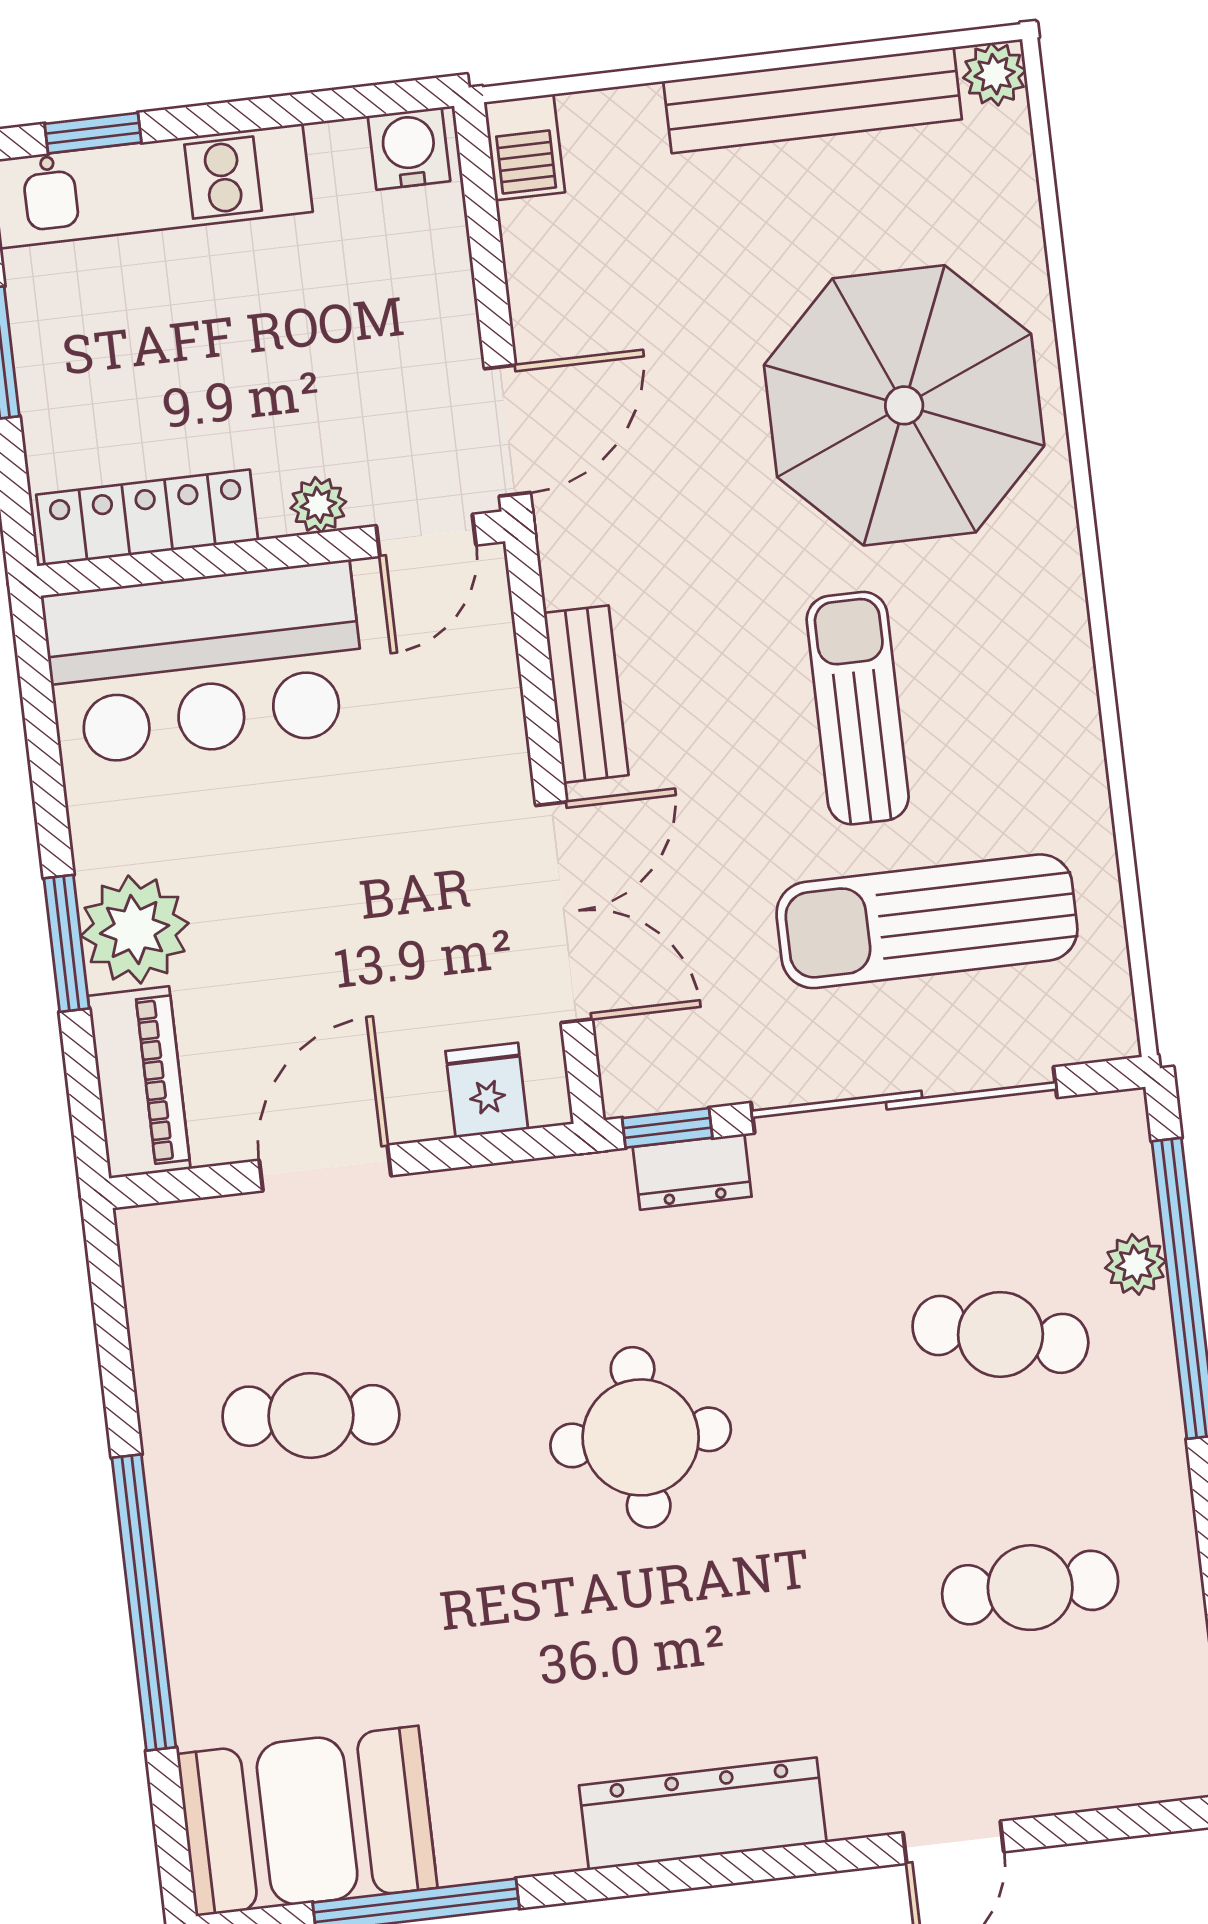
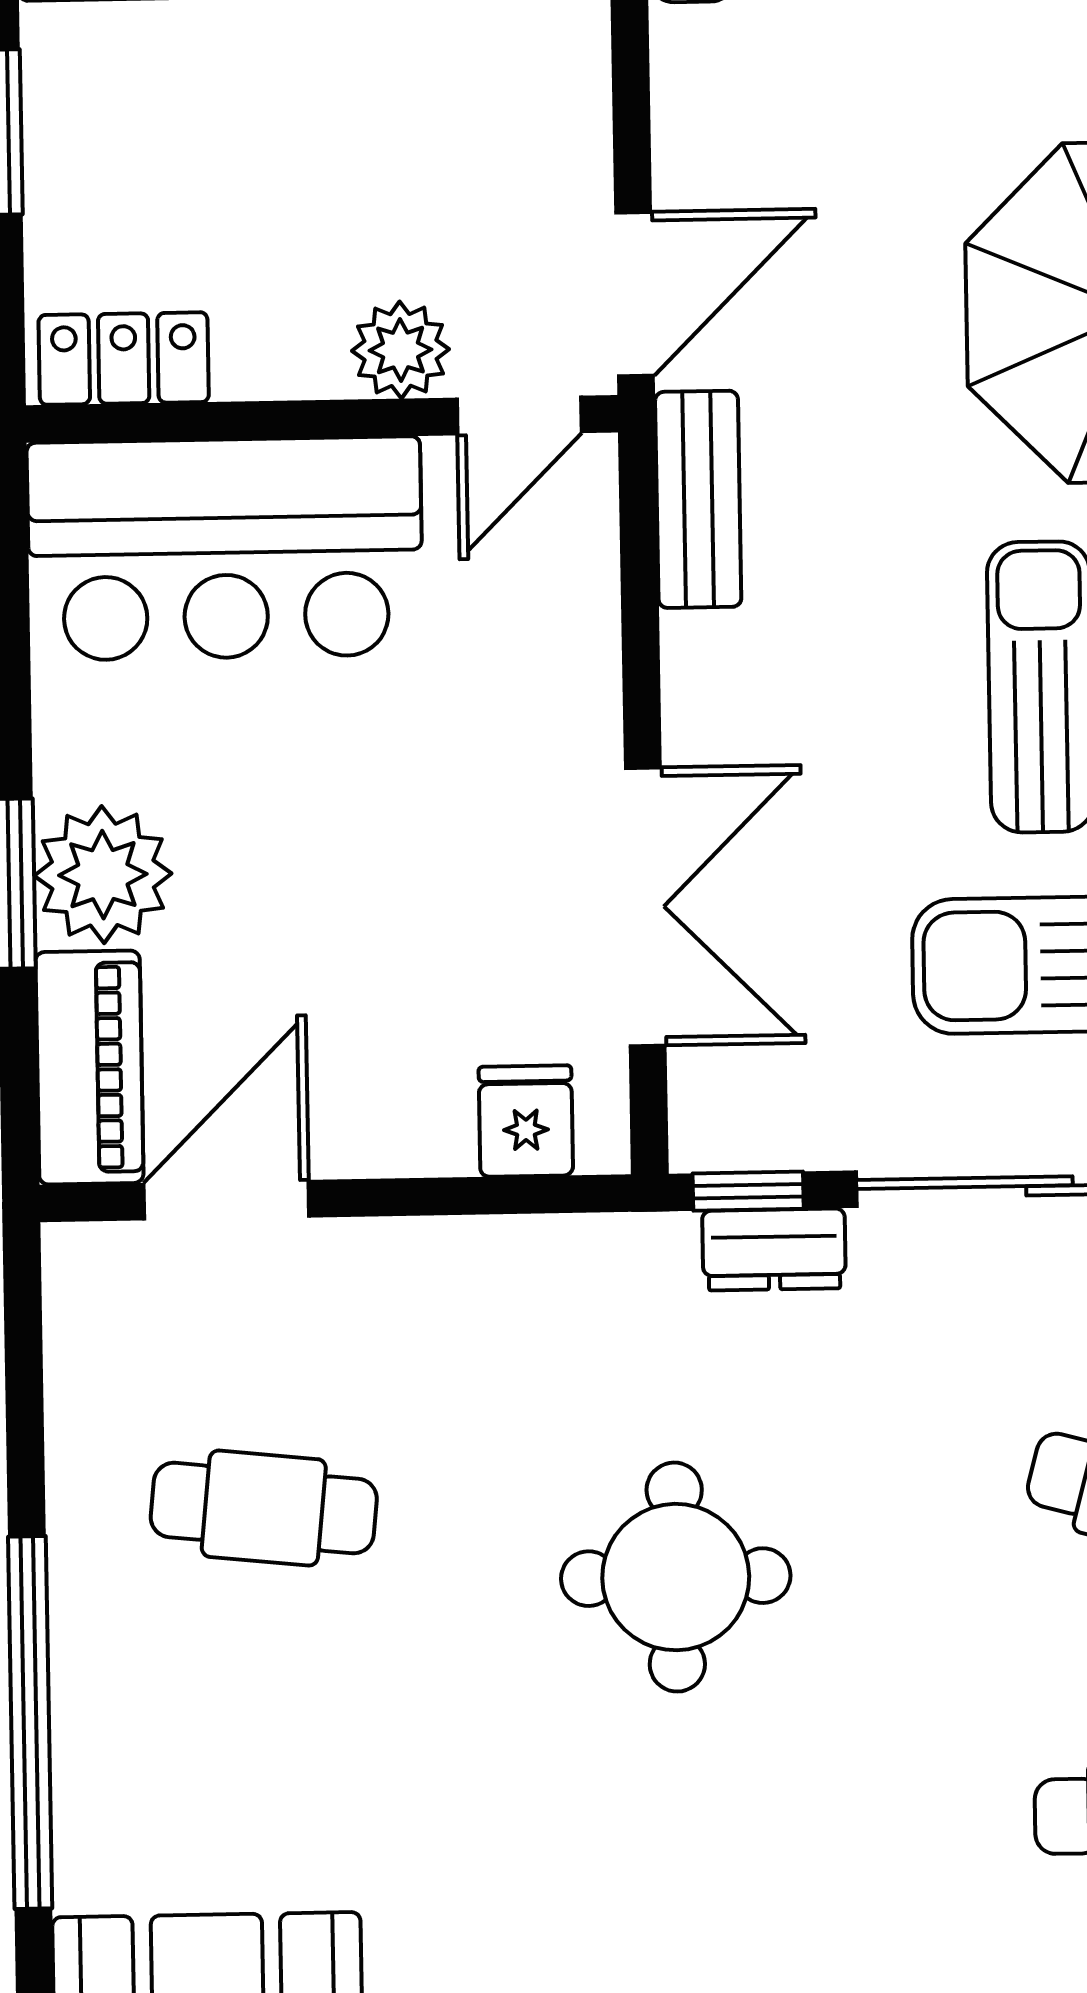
plant: (318, 505) -> (400, 350), width x1.38, depth x1.38
locker: (147, 517) -> (124, 359), width x0.66
bench: (586, 694) -> (698, 499), moved
door: (325, 1168) -> (226, 1200), moved

